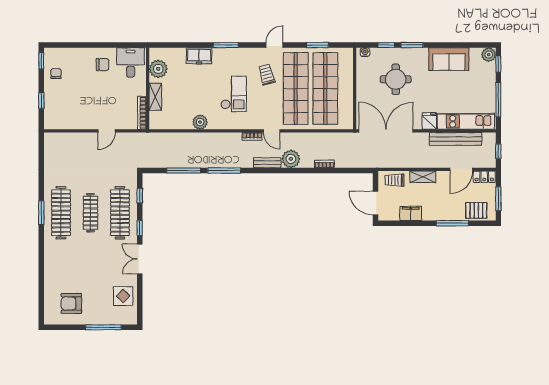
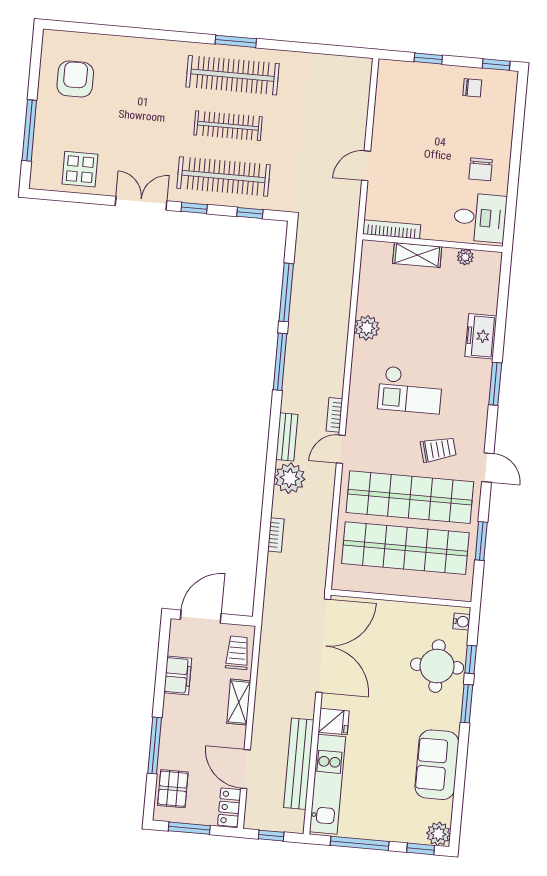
plant: (158, 69) -> (465, 257), width x0.53, depth x0.53
round table: (396, 79) -> (437, 666), moved
door: (106, 131) -> (366, 166), hinge flipped

